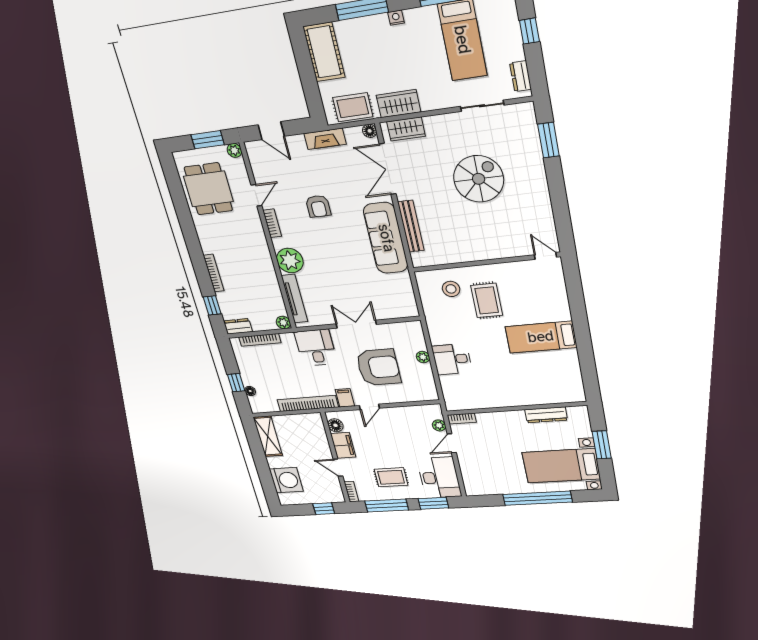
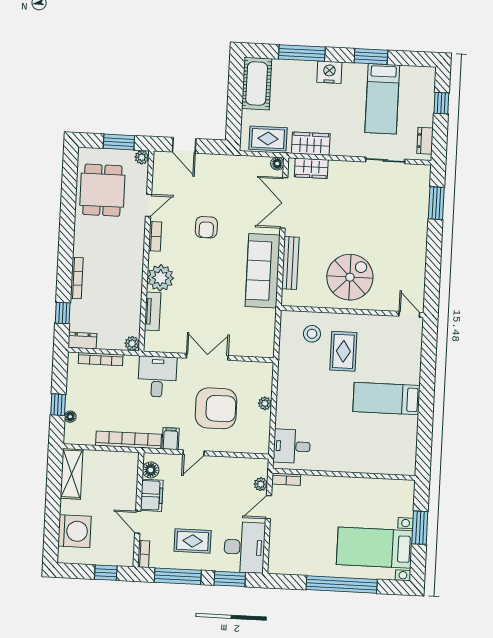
nightstand: (396, 18) -> (329, 72), width x1.89, depth x1.79
fireplace: (325, 139) -> (233, 163), removed
spiral stairs: (479, 179) -> (350, 277), moved
tv unit: (295, 299) -> (153, 311), width x0.71
desk: (452, 359) -> (292, 446), moved
dresser: (546, 415) -> (372, 486), removed

